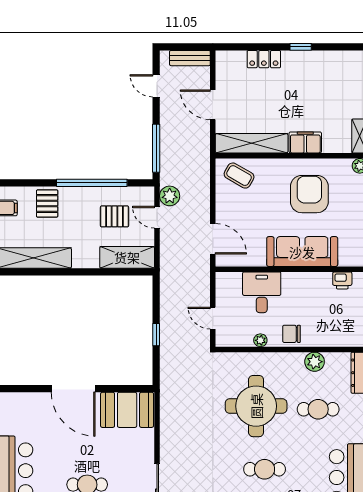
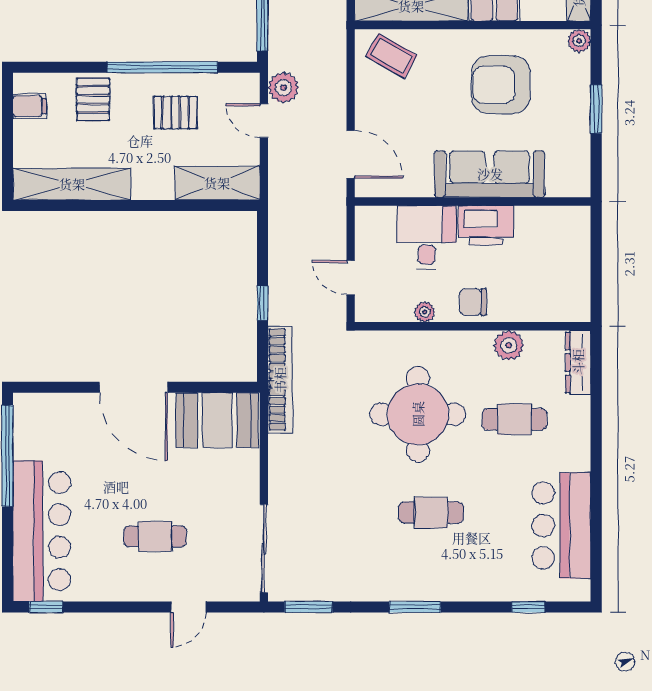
armchair: (309, 194) -> (501, 85), turned -90
pallet: (114, 216) -> (175, 113), moved
printer: (342, 280) -> (486, 225), moved, width x1.87, depth x1.48
bookcase: (167, 384) -> (280, 380), added

